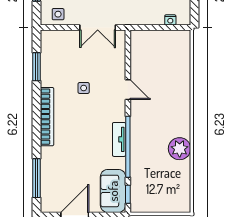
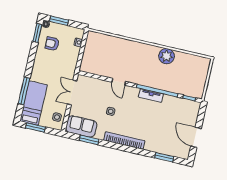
double door: (98, 27) -> (72, 92), swing flipped
door: (128, 90) -> (119, 82), swing flipped
window: (36, 178) -> (164, 157), width x0.69
sofa: (113, 191) -> (81, 126), moved, turned 180

